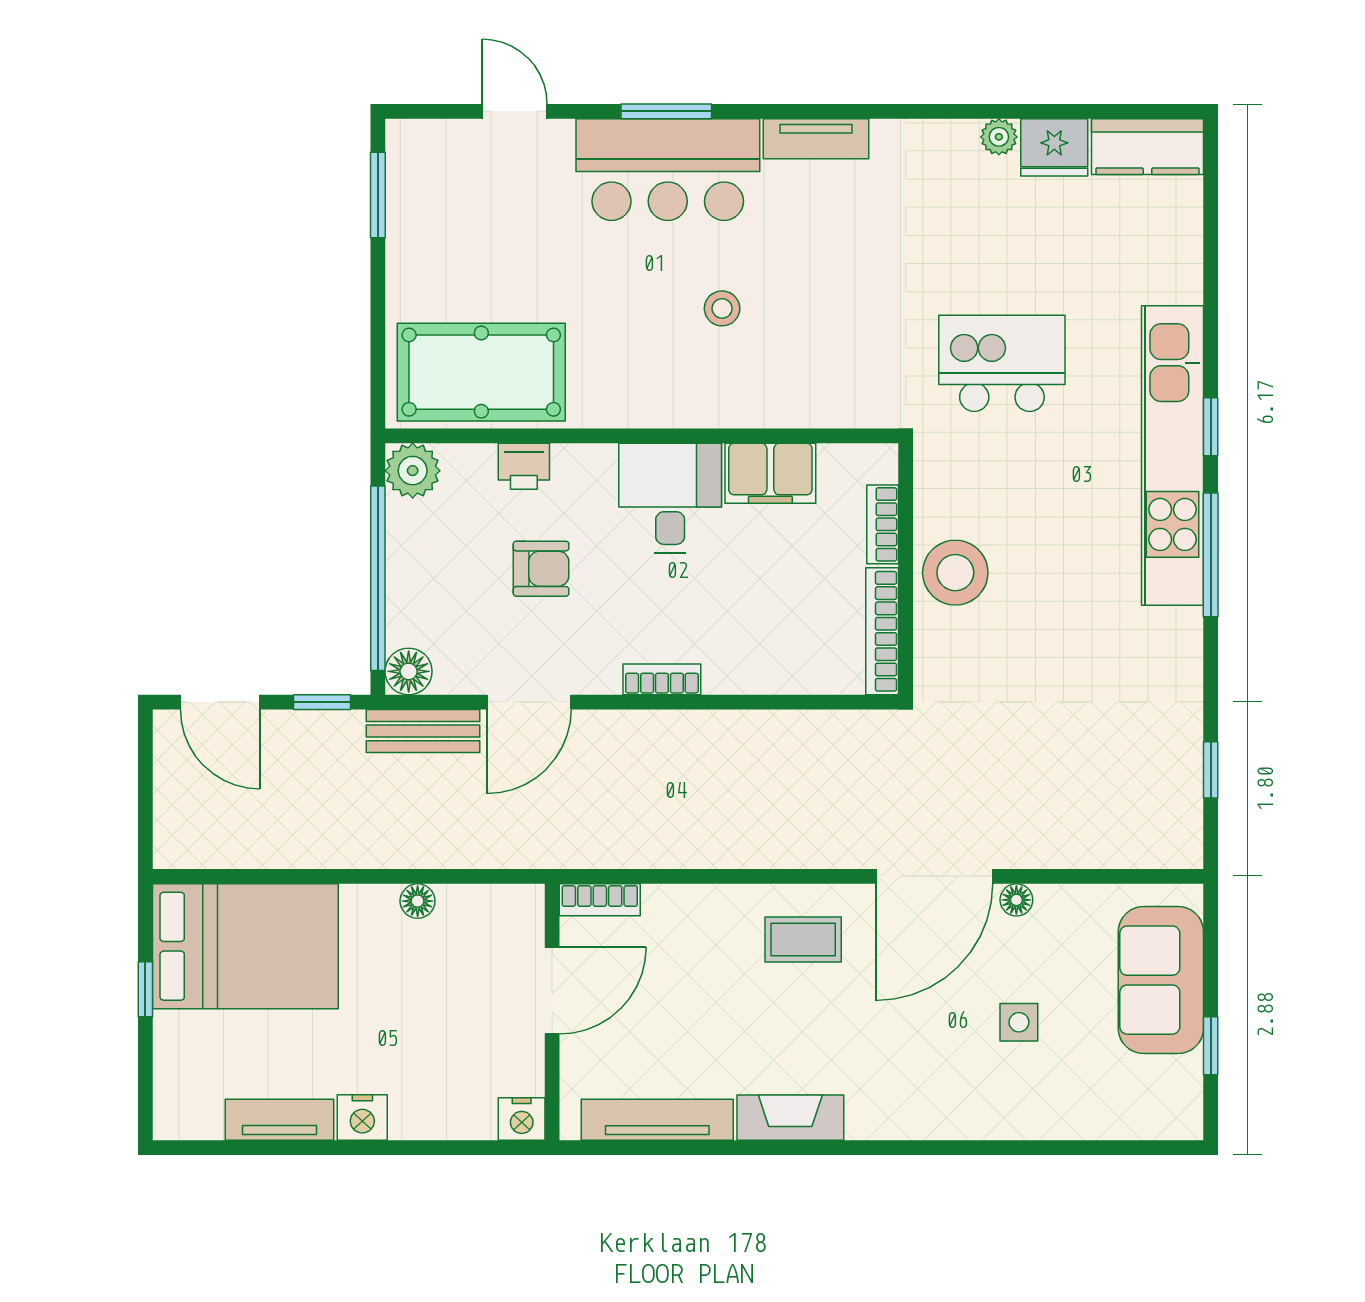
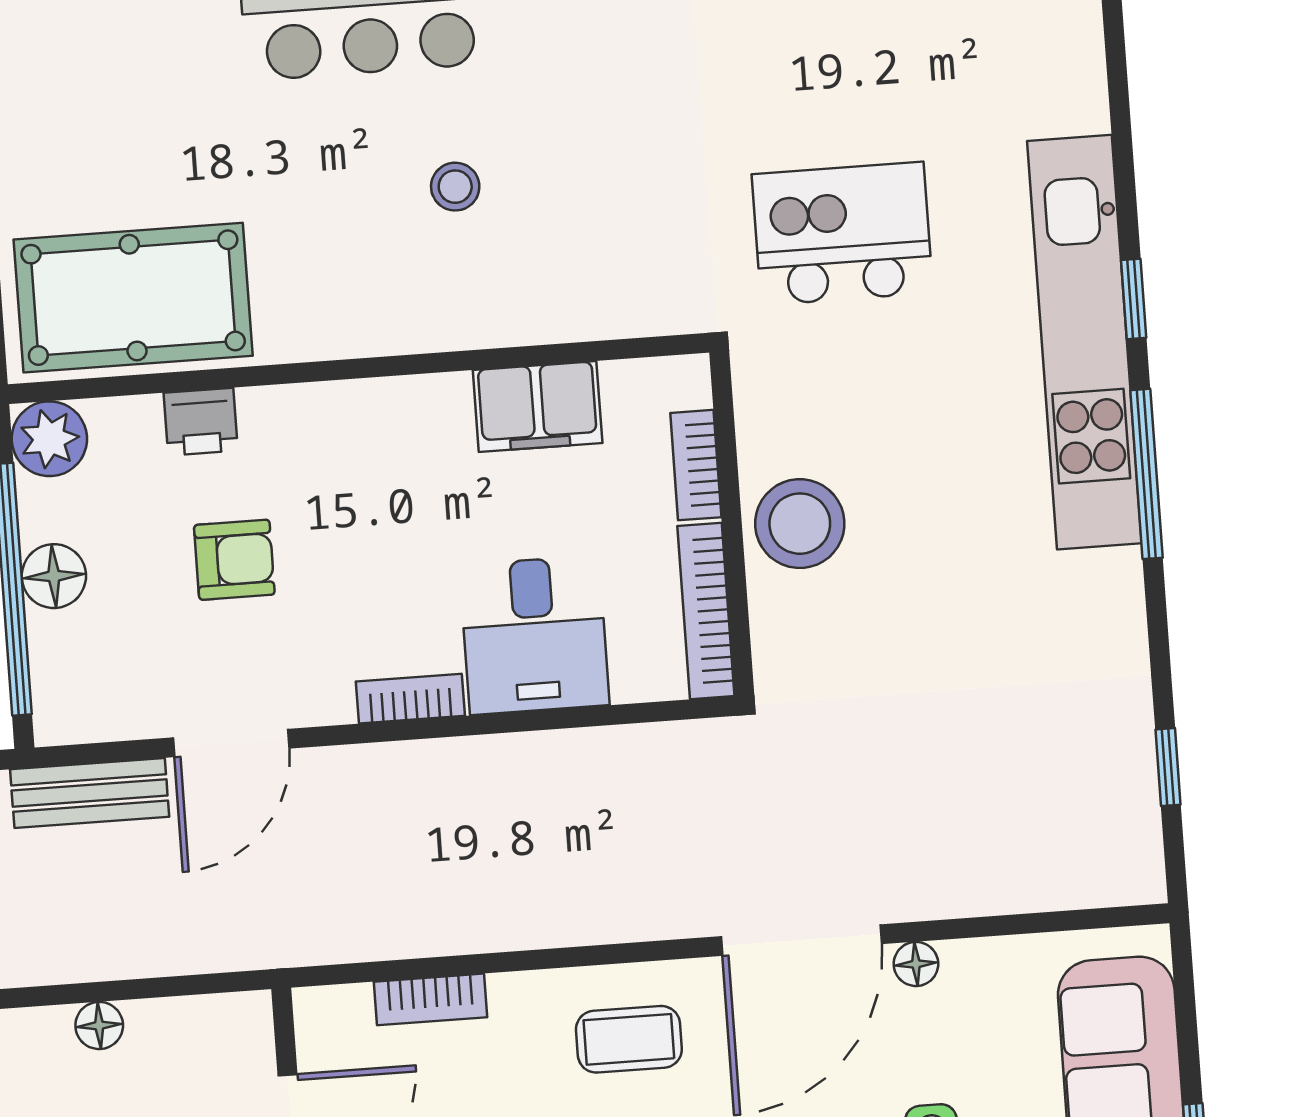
desk: (670, 498) -> (534, 635), moved, turned 180
floor lamp: (409, 671) -> (54, 576), moved
bookcase: (600, 900) -> (431, 999), moved

